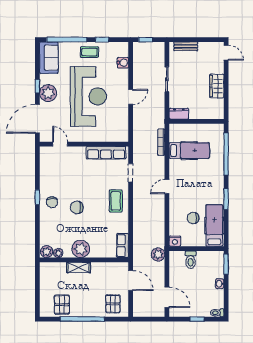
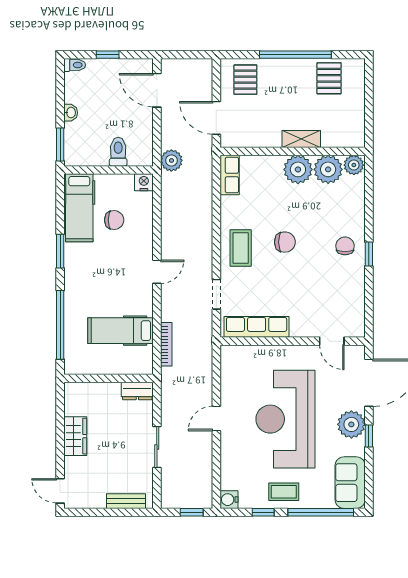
water cooler: (123, 63) -> (229, 500), moved
chair: (77, 207) -> (285, 242), moved
plant: (58, 253) -> (328, 169), width x1.88, depth x1.88

